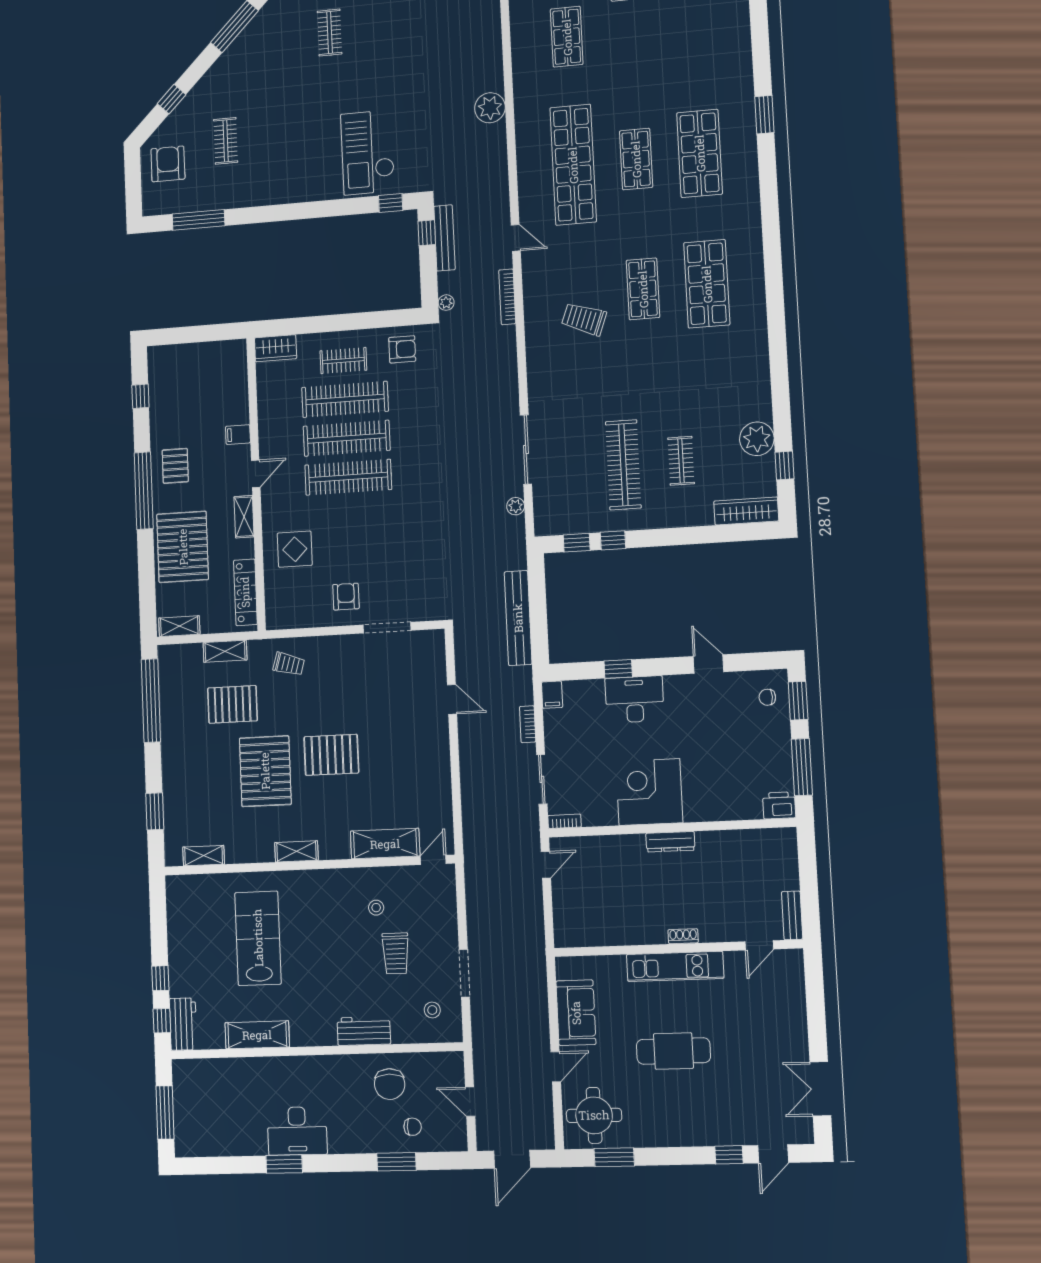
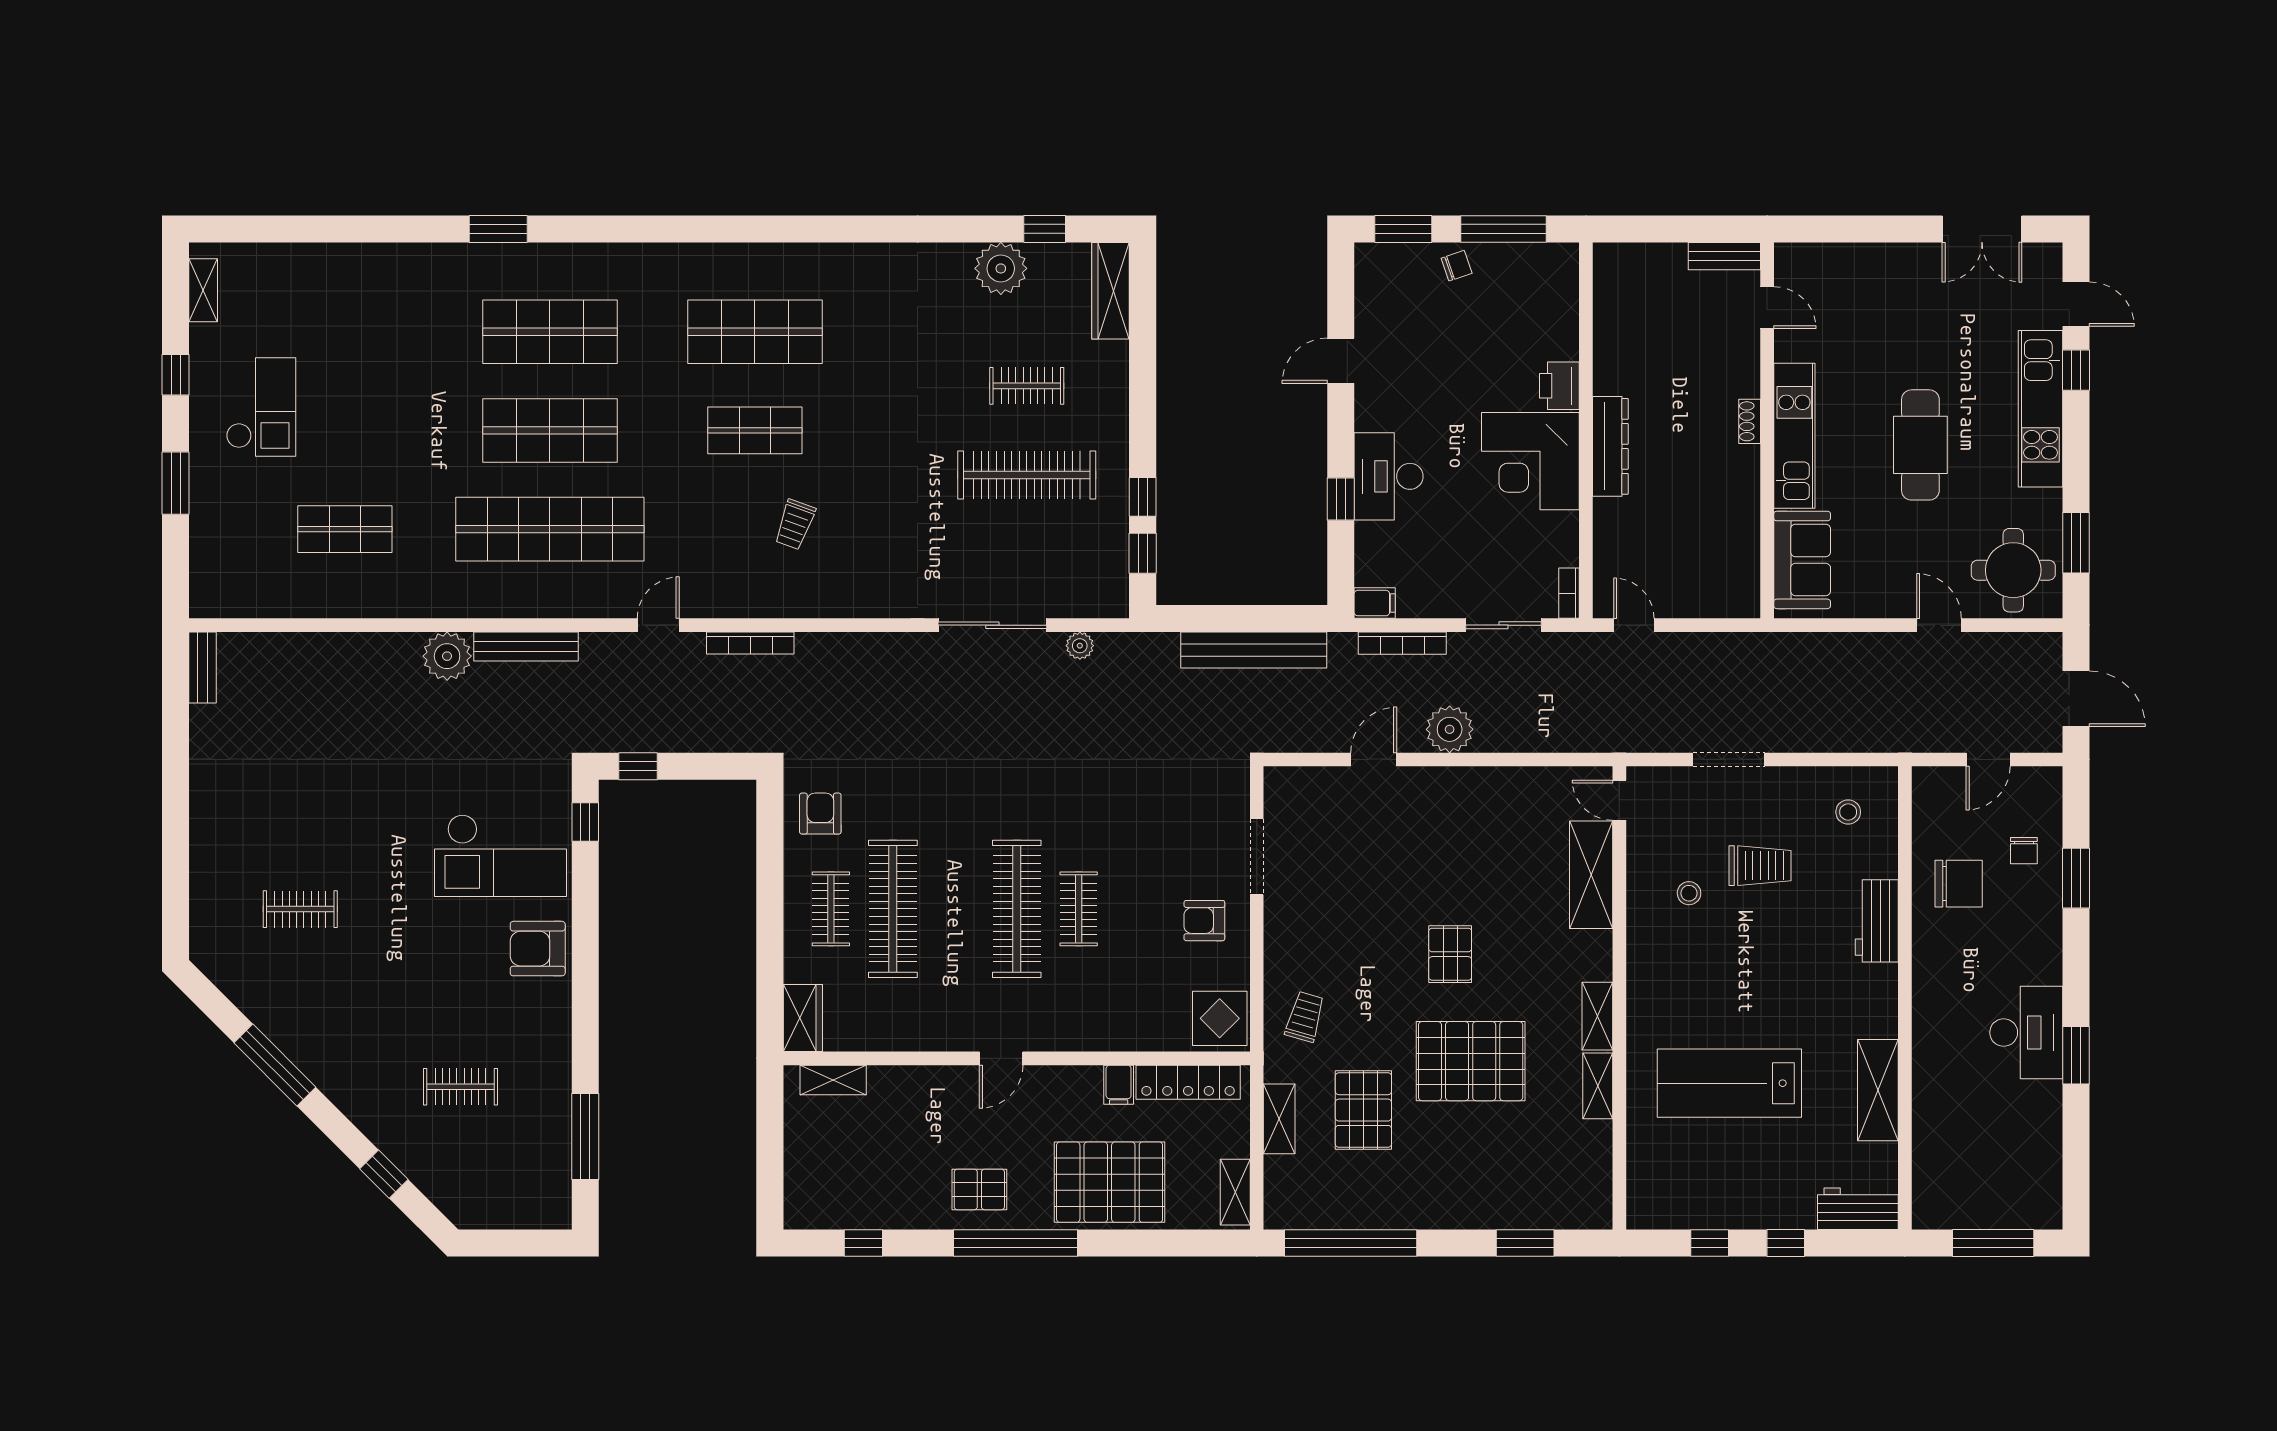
shop shelf: (636, 159) -> (550, 430), width x1.43, depth x1.36
armchair: (168, 164) -> (538, 949), moved
bench: (444, 238) -> (526, 646), moved
plant: (446, 303) -> (1450, 729), moved, width x1.88, depth x1.88
trolley: (584, 319) -> (795, 524), width x0.73, depth x0.72
filing cabinet: (238, 435) -> (1119, 1085), moved
clothes rail: (347, 438) -> (1079, 909), moved, width x0.54, depth x0.76
door: (256, 474) -> (1001, 1058), swing flipped
shelving: (244, 517) -> (833, 1080), moved
display table: (295, 549) -> (1220, 1018), moved
chair: (767, 697) -> (1457, 266), moved, turned -109
bookcase: (528, 724) -> (1402, 643), width x1.56
pallet: (331, 755) -> (1450, 954), width x0.67, depth x0.71
printer: (779, 805) -> (1559, 386), moved
dresser: (670, 842) -> (1610, 446), width x1.37, depth x1.24
shelving: (204, 856) -> (1598, 1086), moved
doorway: (464, 973) -> (1729, 759), moved
sofa: (576, 1013) -> (1802, 560), moved, turned 90
window: (162, 1021) -> (1710, 1243), moved
chair: (413, 1127) -> (2024, 851), turned 180
kitchen unit: (702, 1131) -> (2041, 409), added

